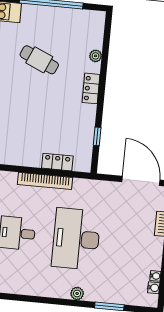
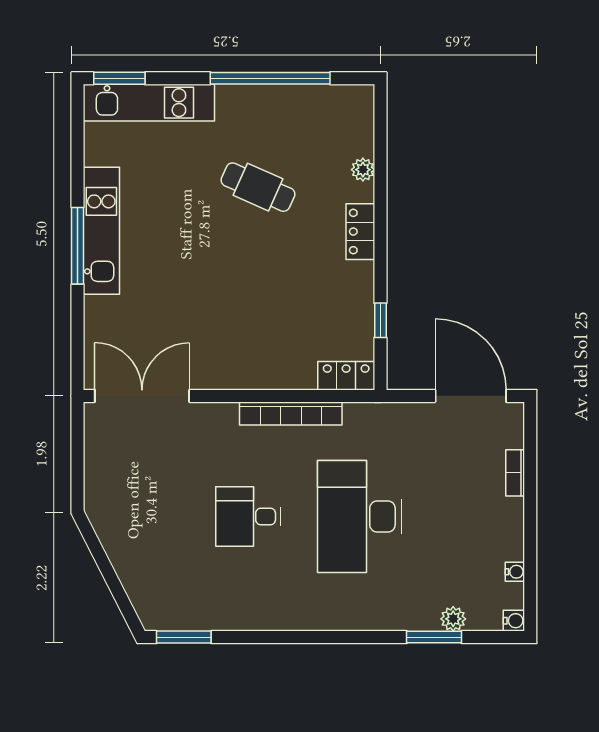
locker: (57, 162) -> (346, 376), moved
water cooler: (154, 288) -> (514, 621), moved
plant: (77, 293) -> (453, 619), moved

